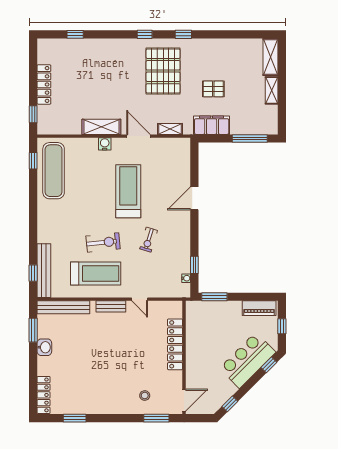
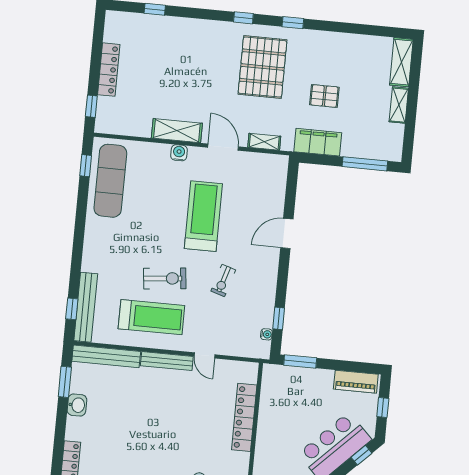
bench: (111, 306) -> (167, 361), width x1.36

